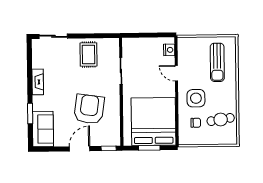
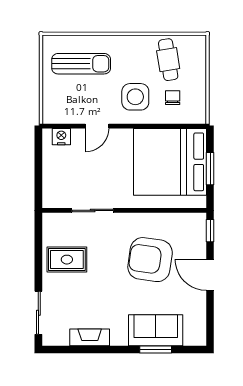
fireplace: (38, 82) -> (90, 337), moved
sofa: (43, 129) -> (156, 330), moved

